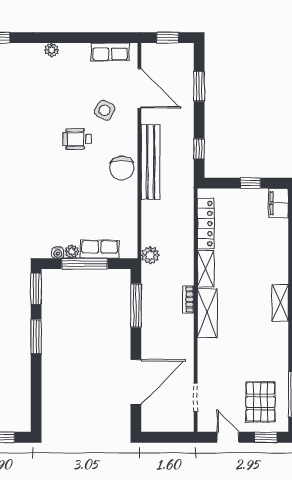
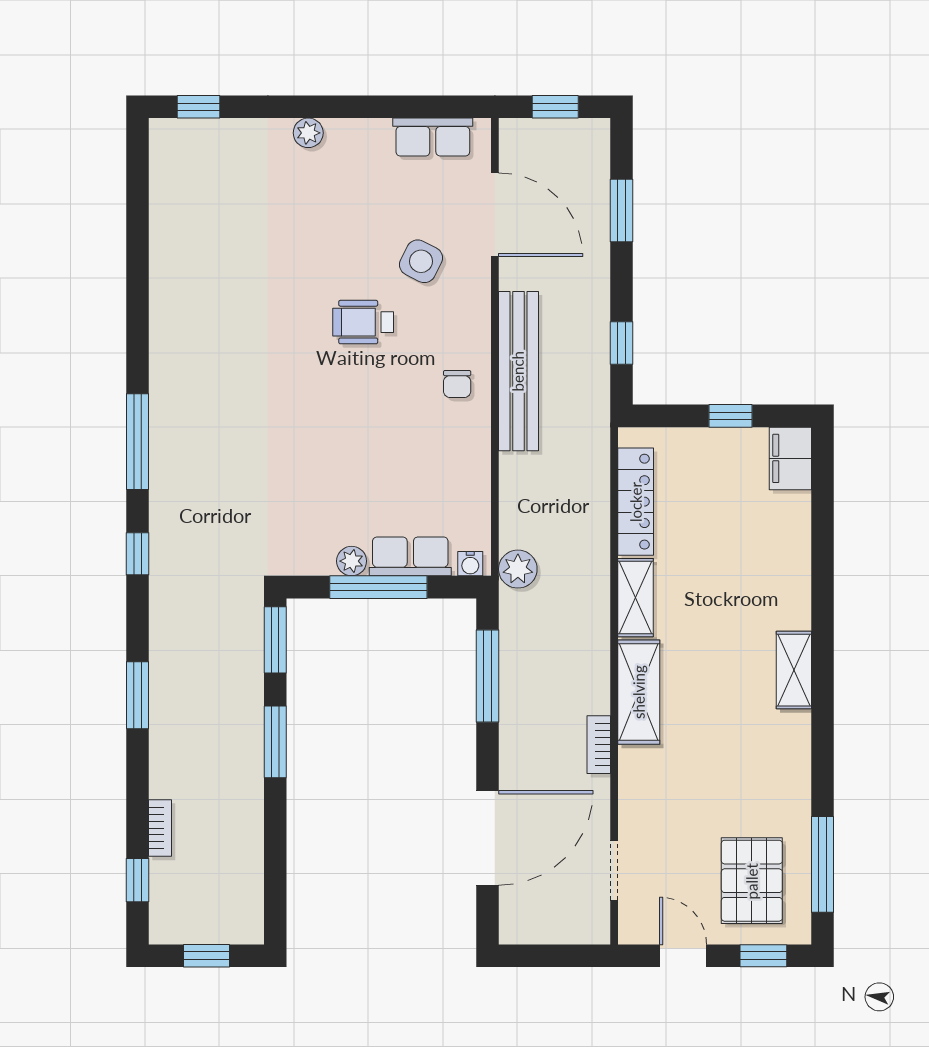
chair: (122, 168) -> (457, 384), width x0.54, depth x0.54
water cooler: (58, 253) -> (470, 564), moved
bookcase: (188, 299) -> (599, 745), moved

